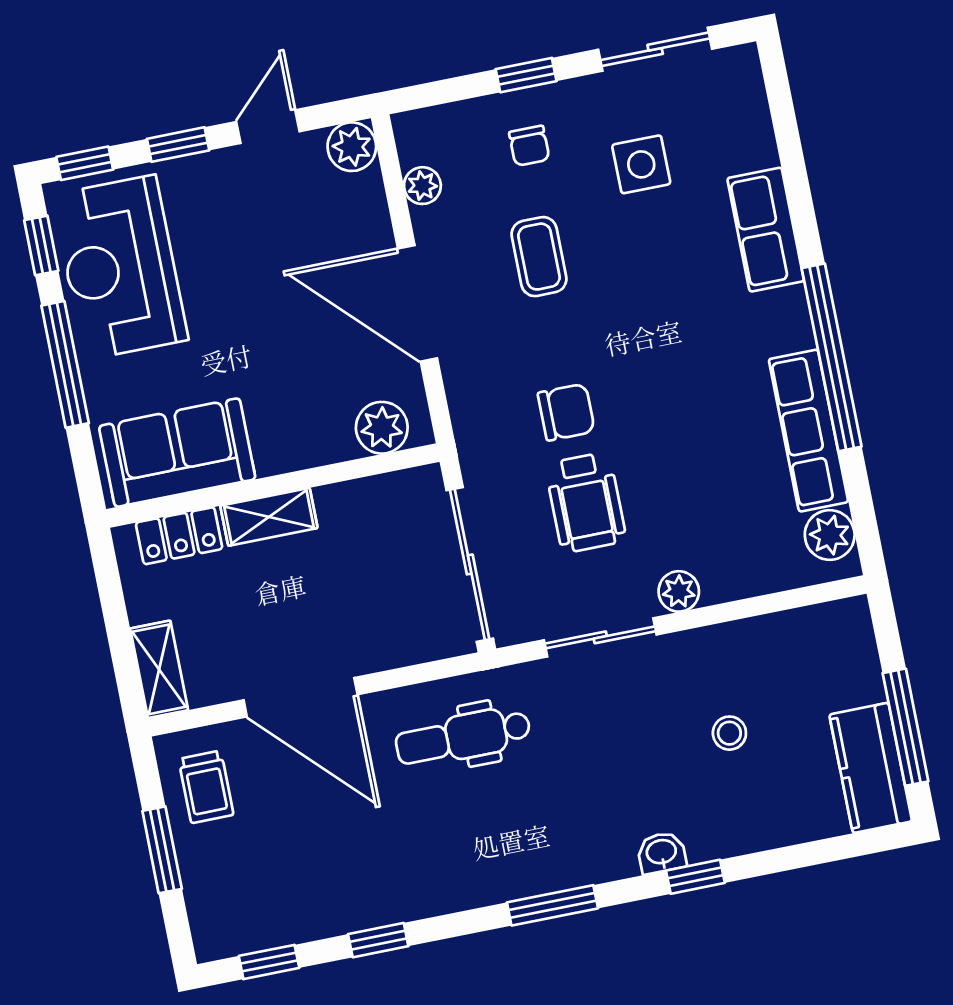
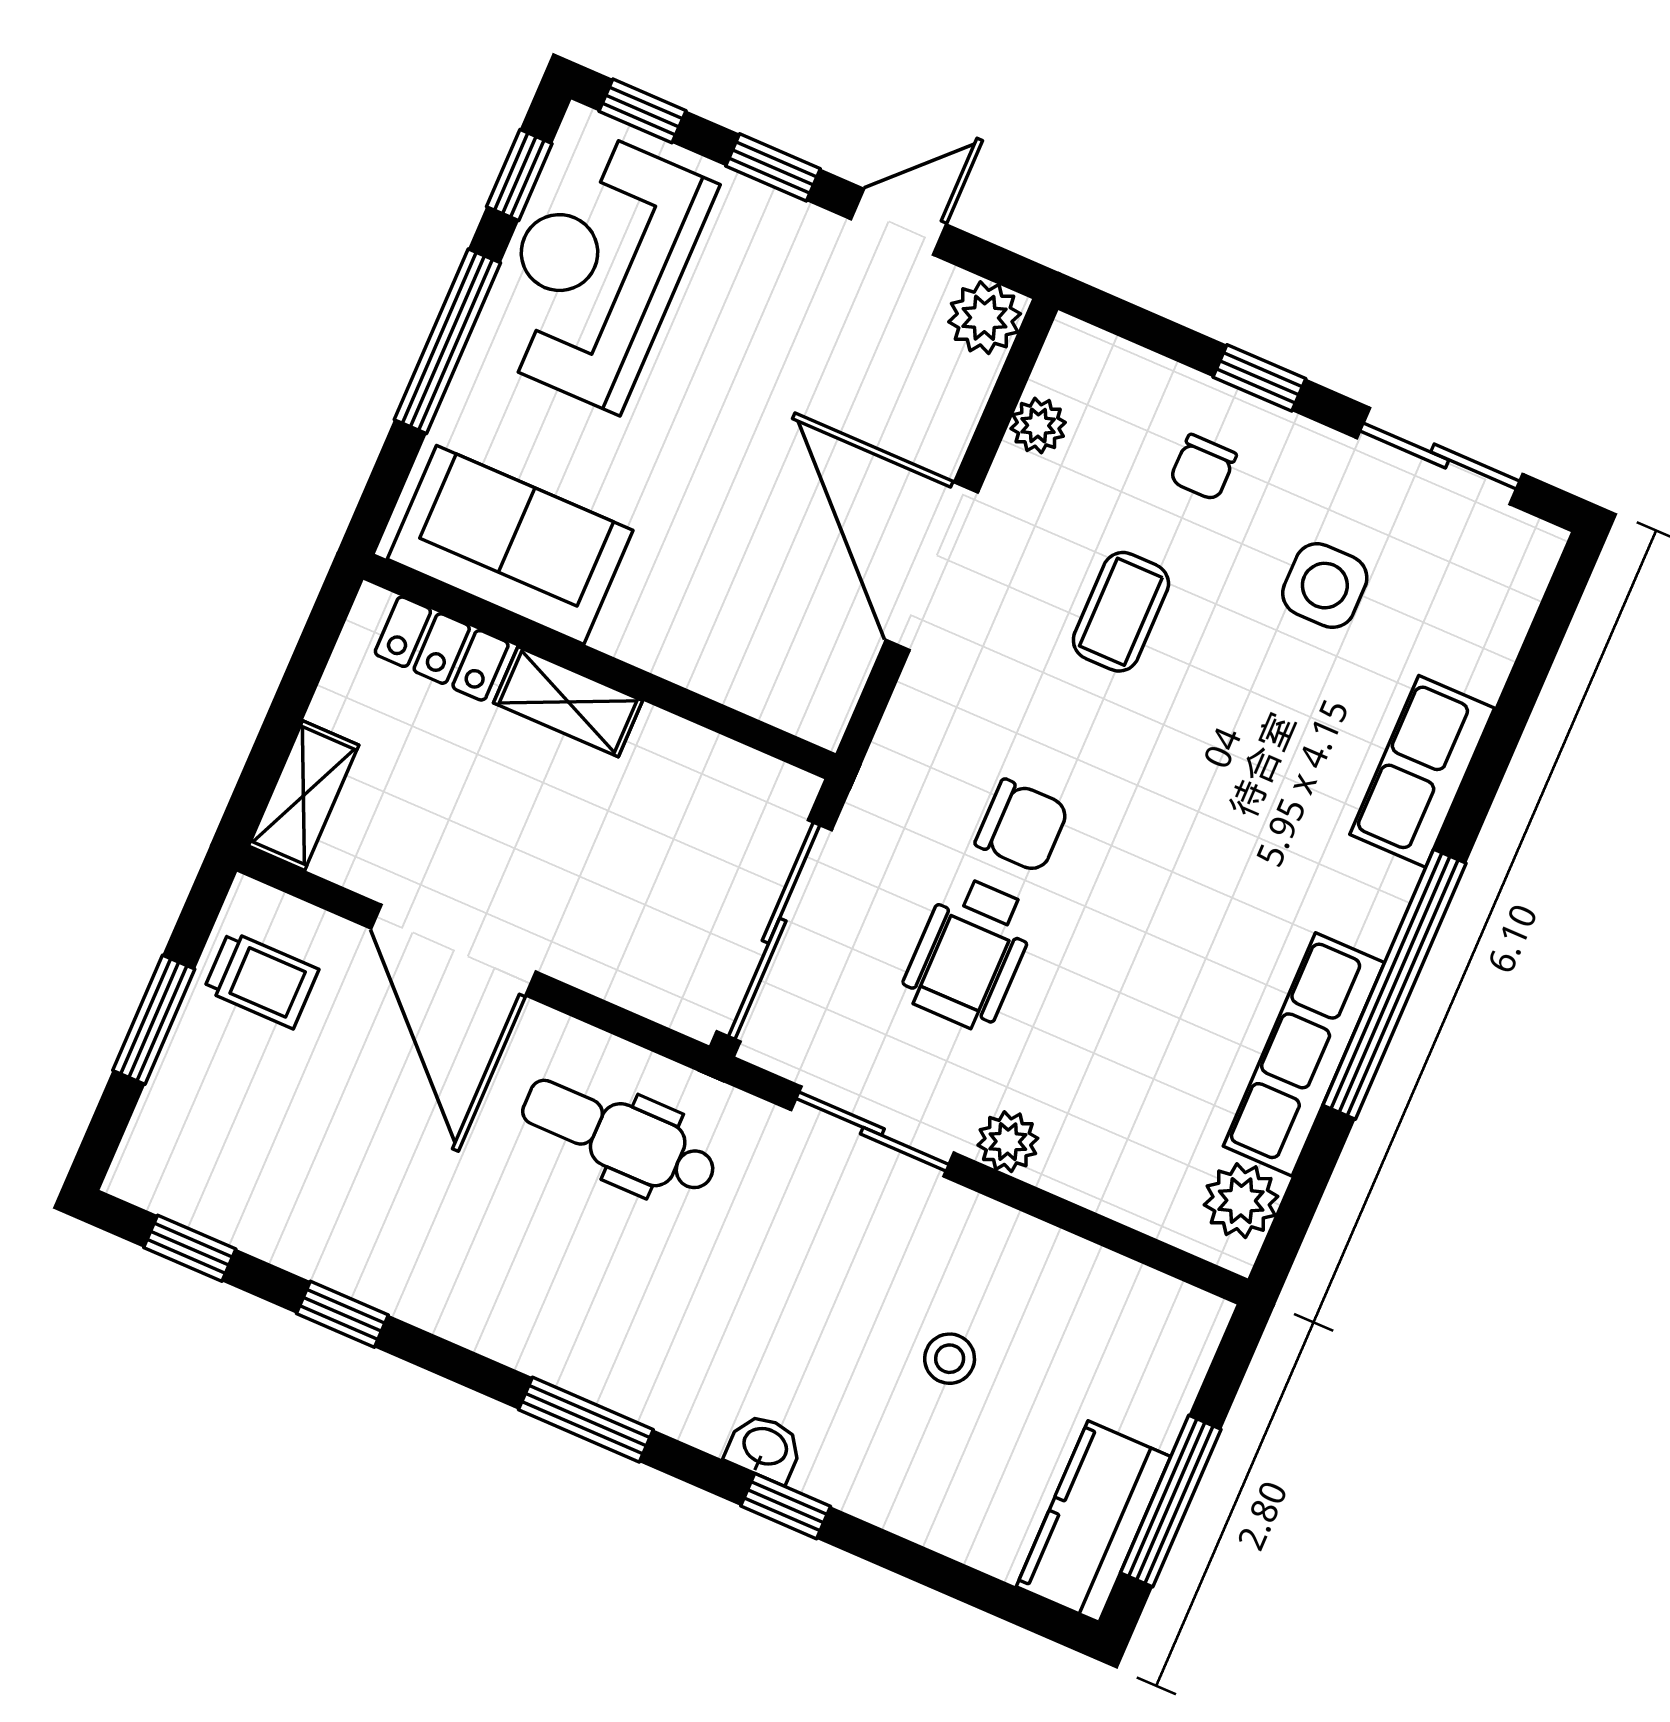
plant: (382, 428) -> (782, 688), removed
trolley: (206, 787) -> (261, 980), turned -90

